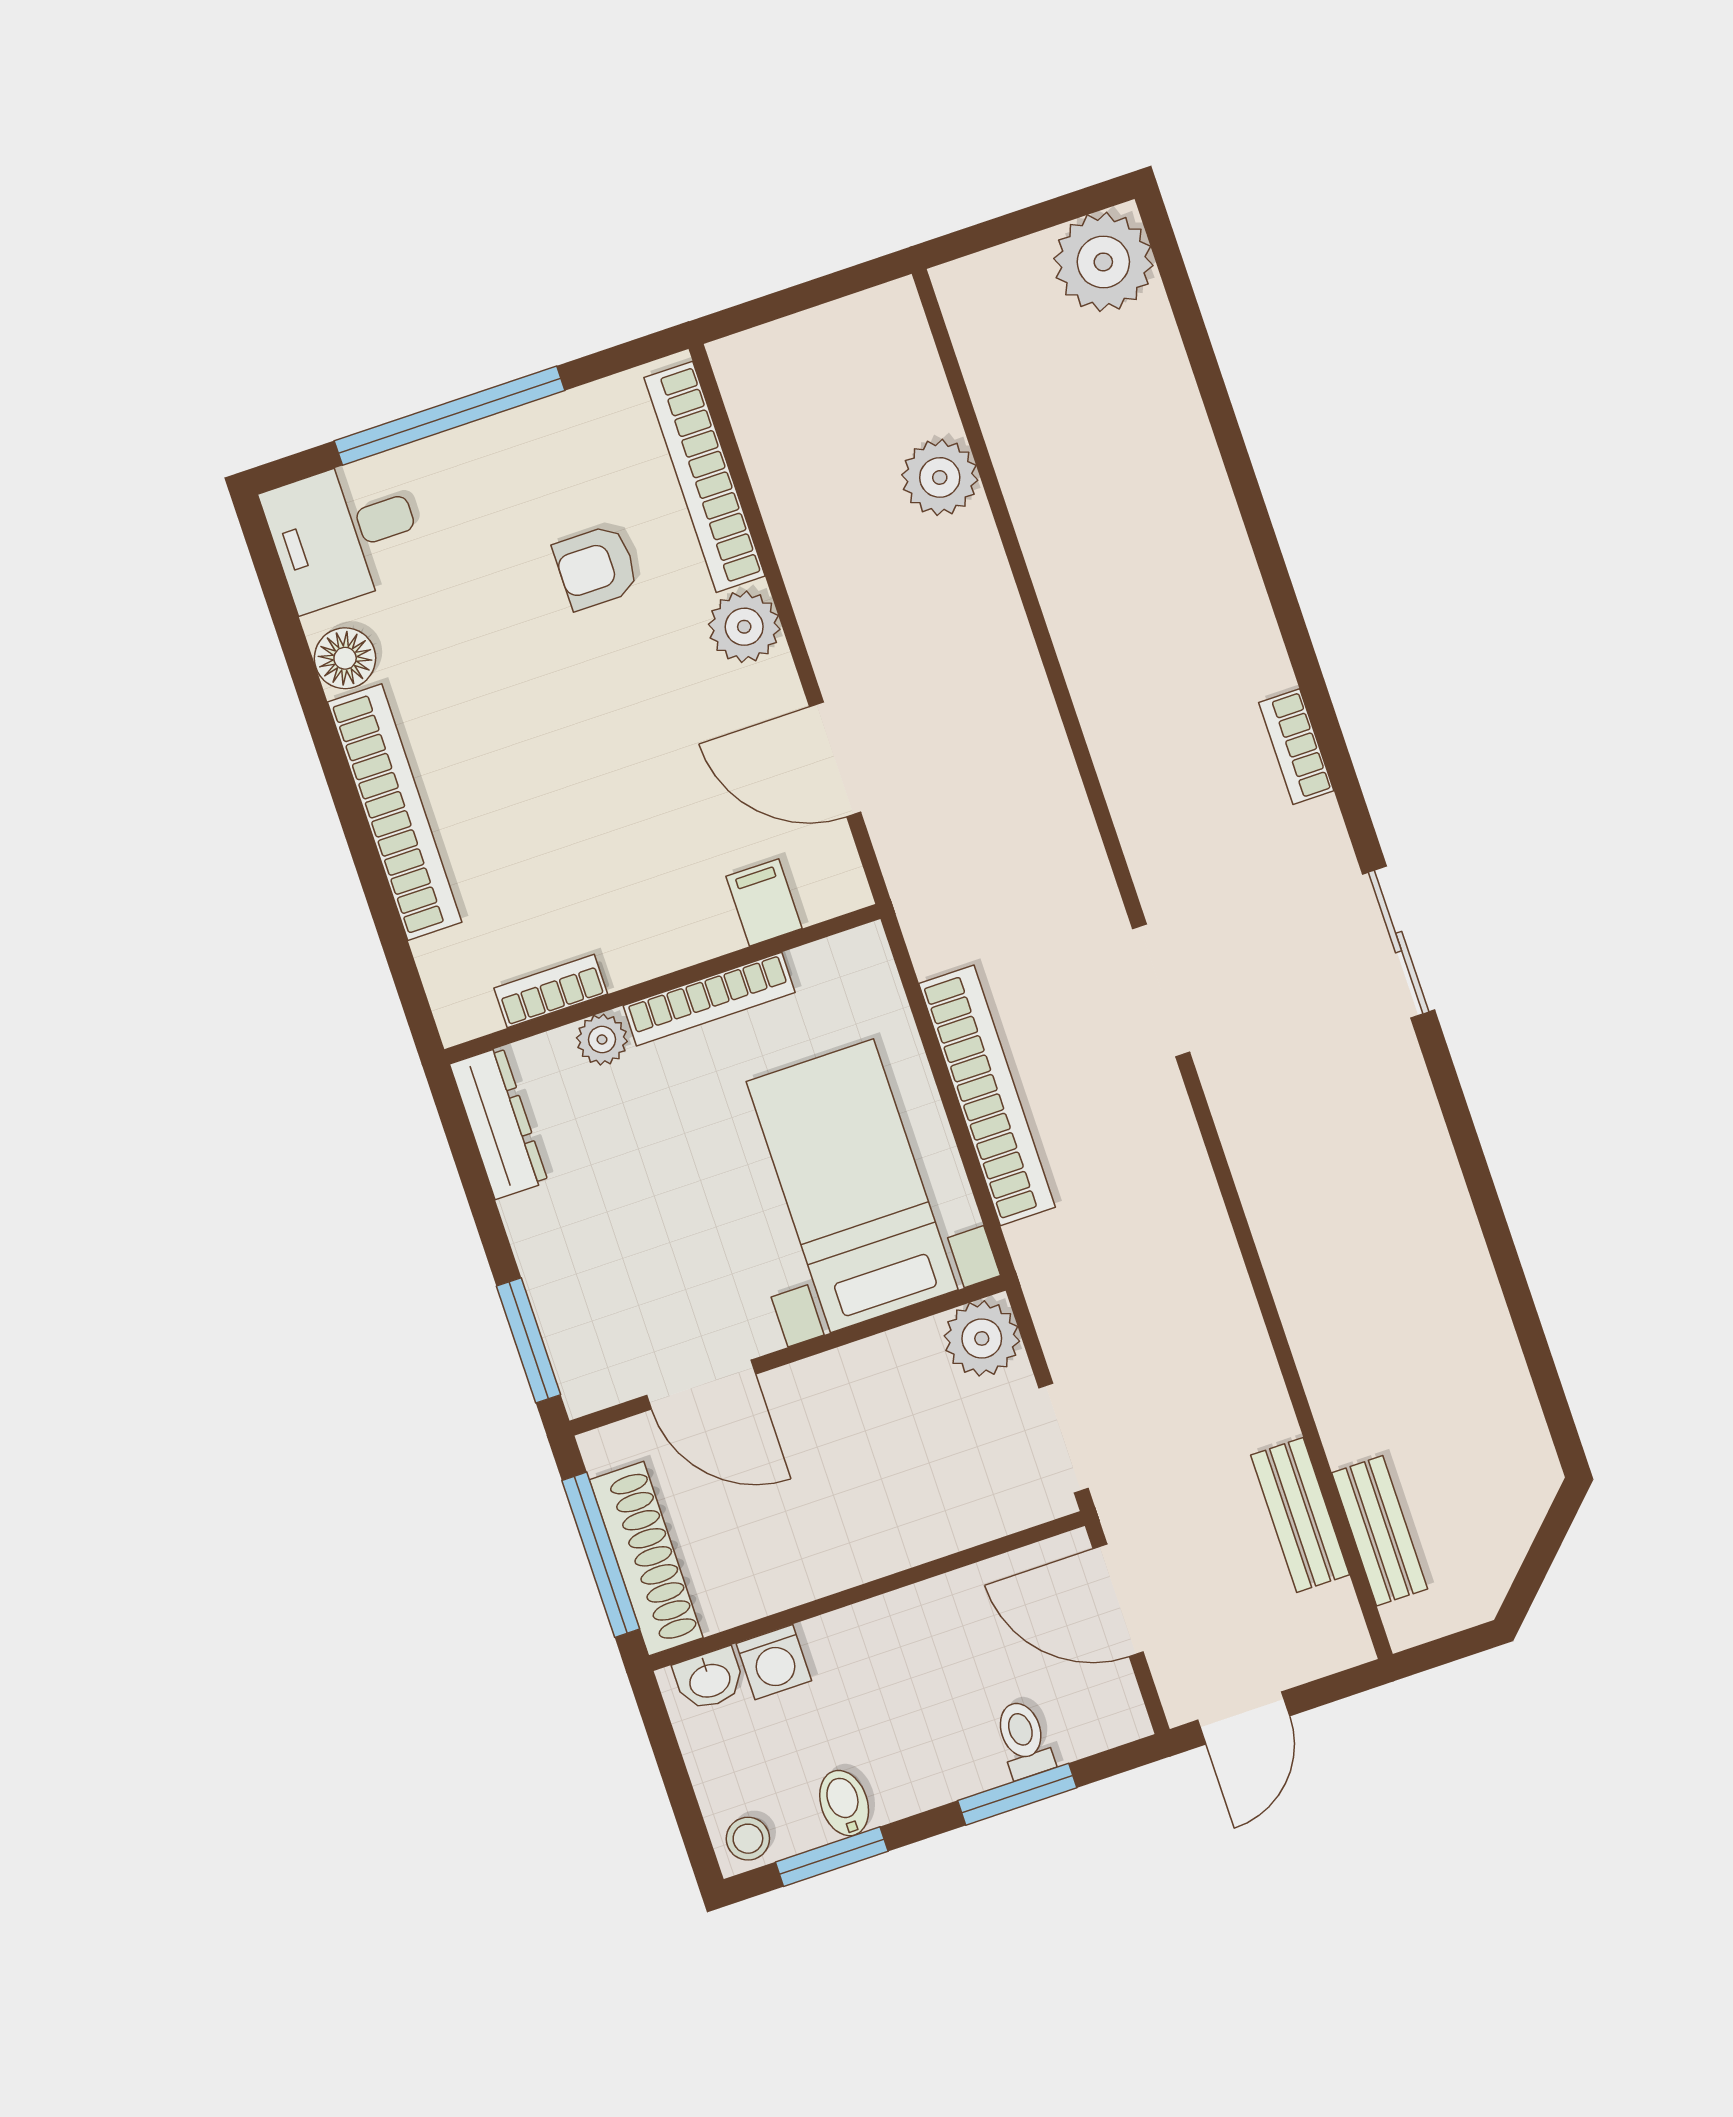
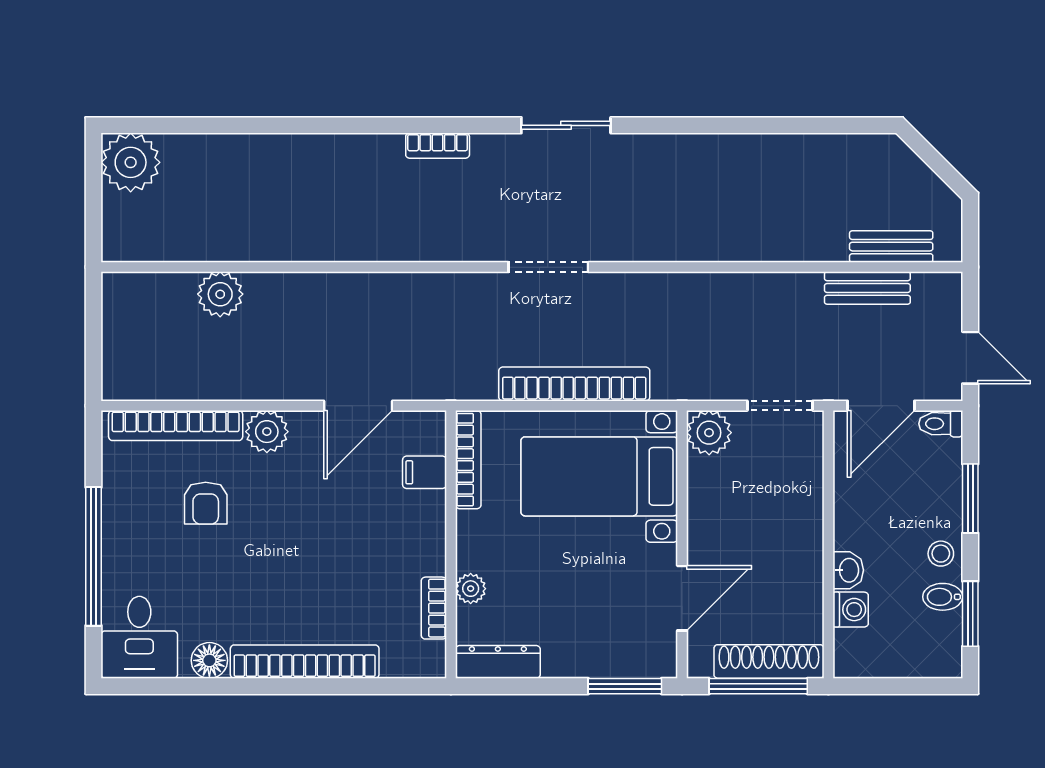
bookcase: (709, 999) -> (468, 460), moved
washbasin: (709, 1679) -> (848, 570), moved
toilet: (1024, 1739) -> (941, 424), moved
stool: (748, 1839) -> (941, 554), moved

